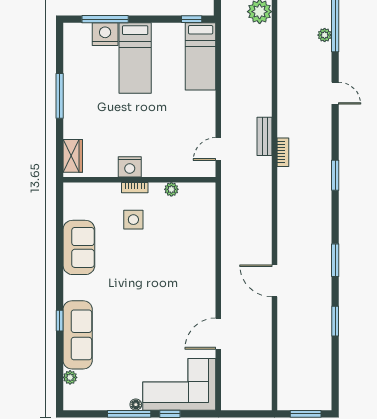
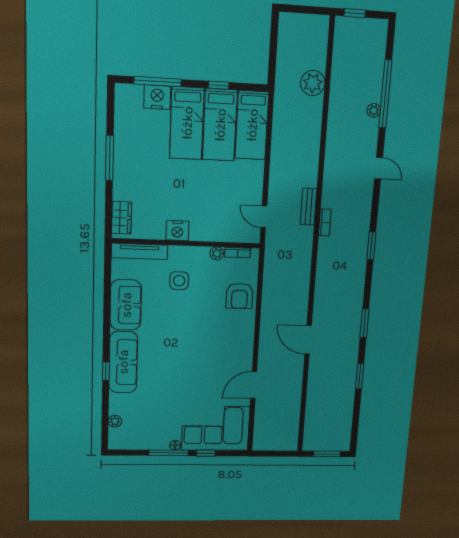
window: (192, 19) -> (219, 85), moved
bed: (168, 58) -> (220, 125), added
door: (218, 149) -> (264, 217), hinge flipped
bookcase: (135, 188) -> (238, 253), moved
tv unit: (92, 190) -> (139, 251), added
armchair: (197, 234) -> (239, 296), added
sofa: (78, 335) -> (123, 362), moved

